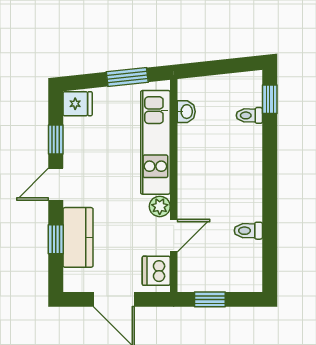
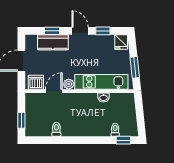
washbasin: (186, 112) -> (103, 98), moved
door: (174, 236) -> (54, 91), swing flipped
window: (210, 299) -> (21, 120), moved

